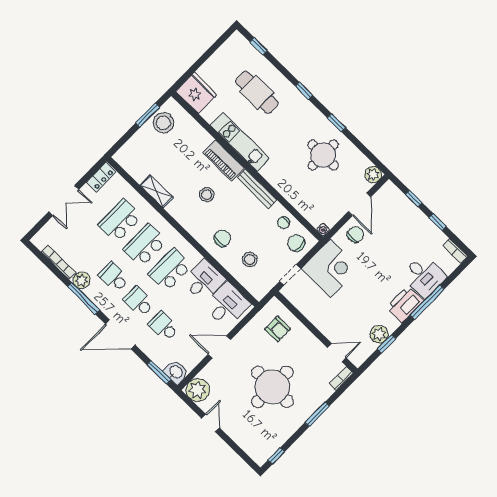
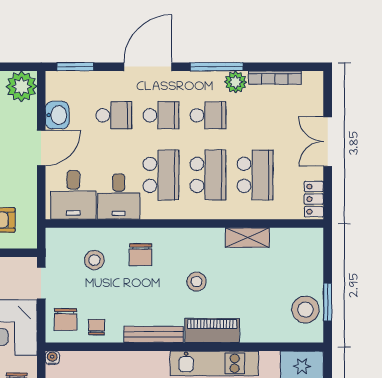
chair: (296, 243) -> (66, 319), turned 90
washbasin: (176, 372) -> (57, 115), moved, turned -90

